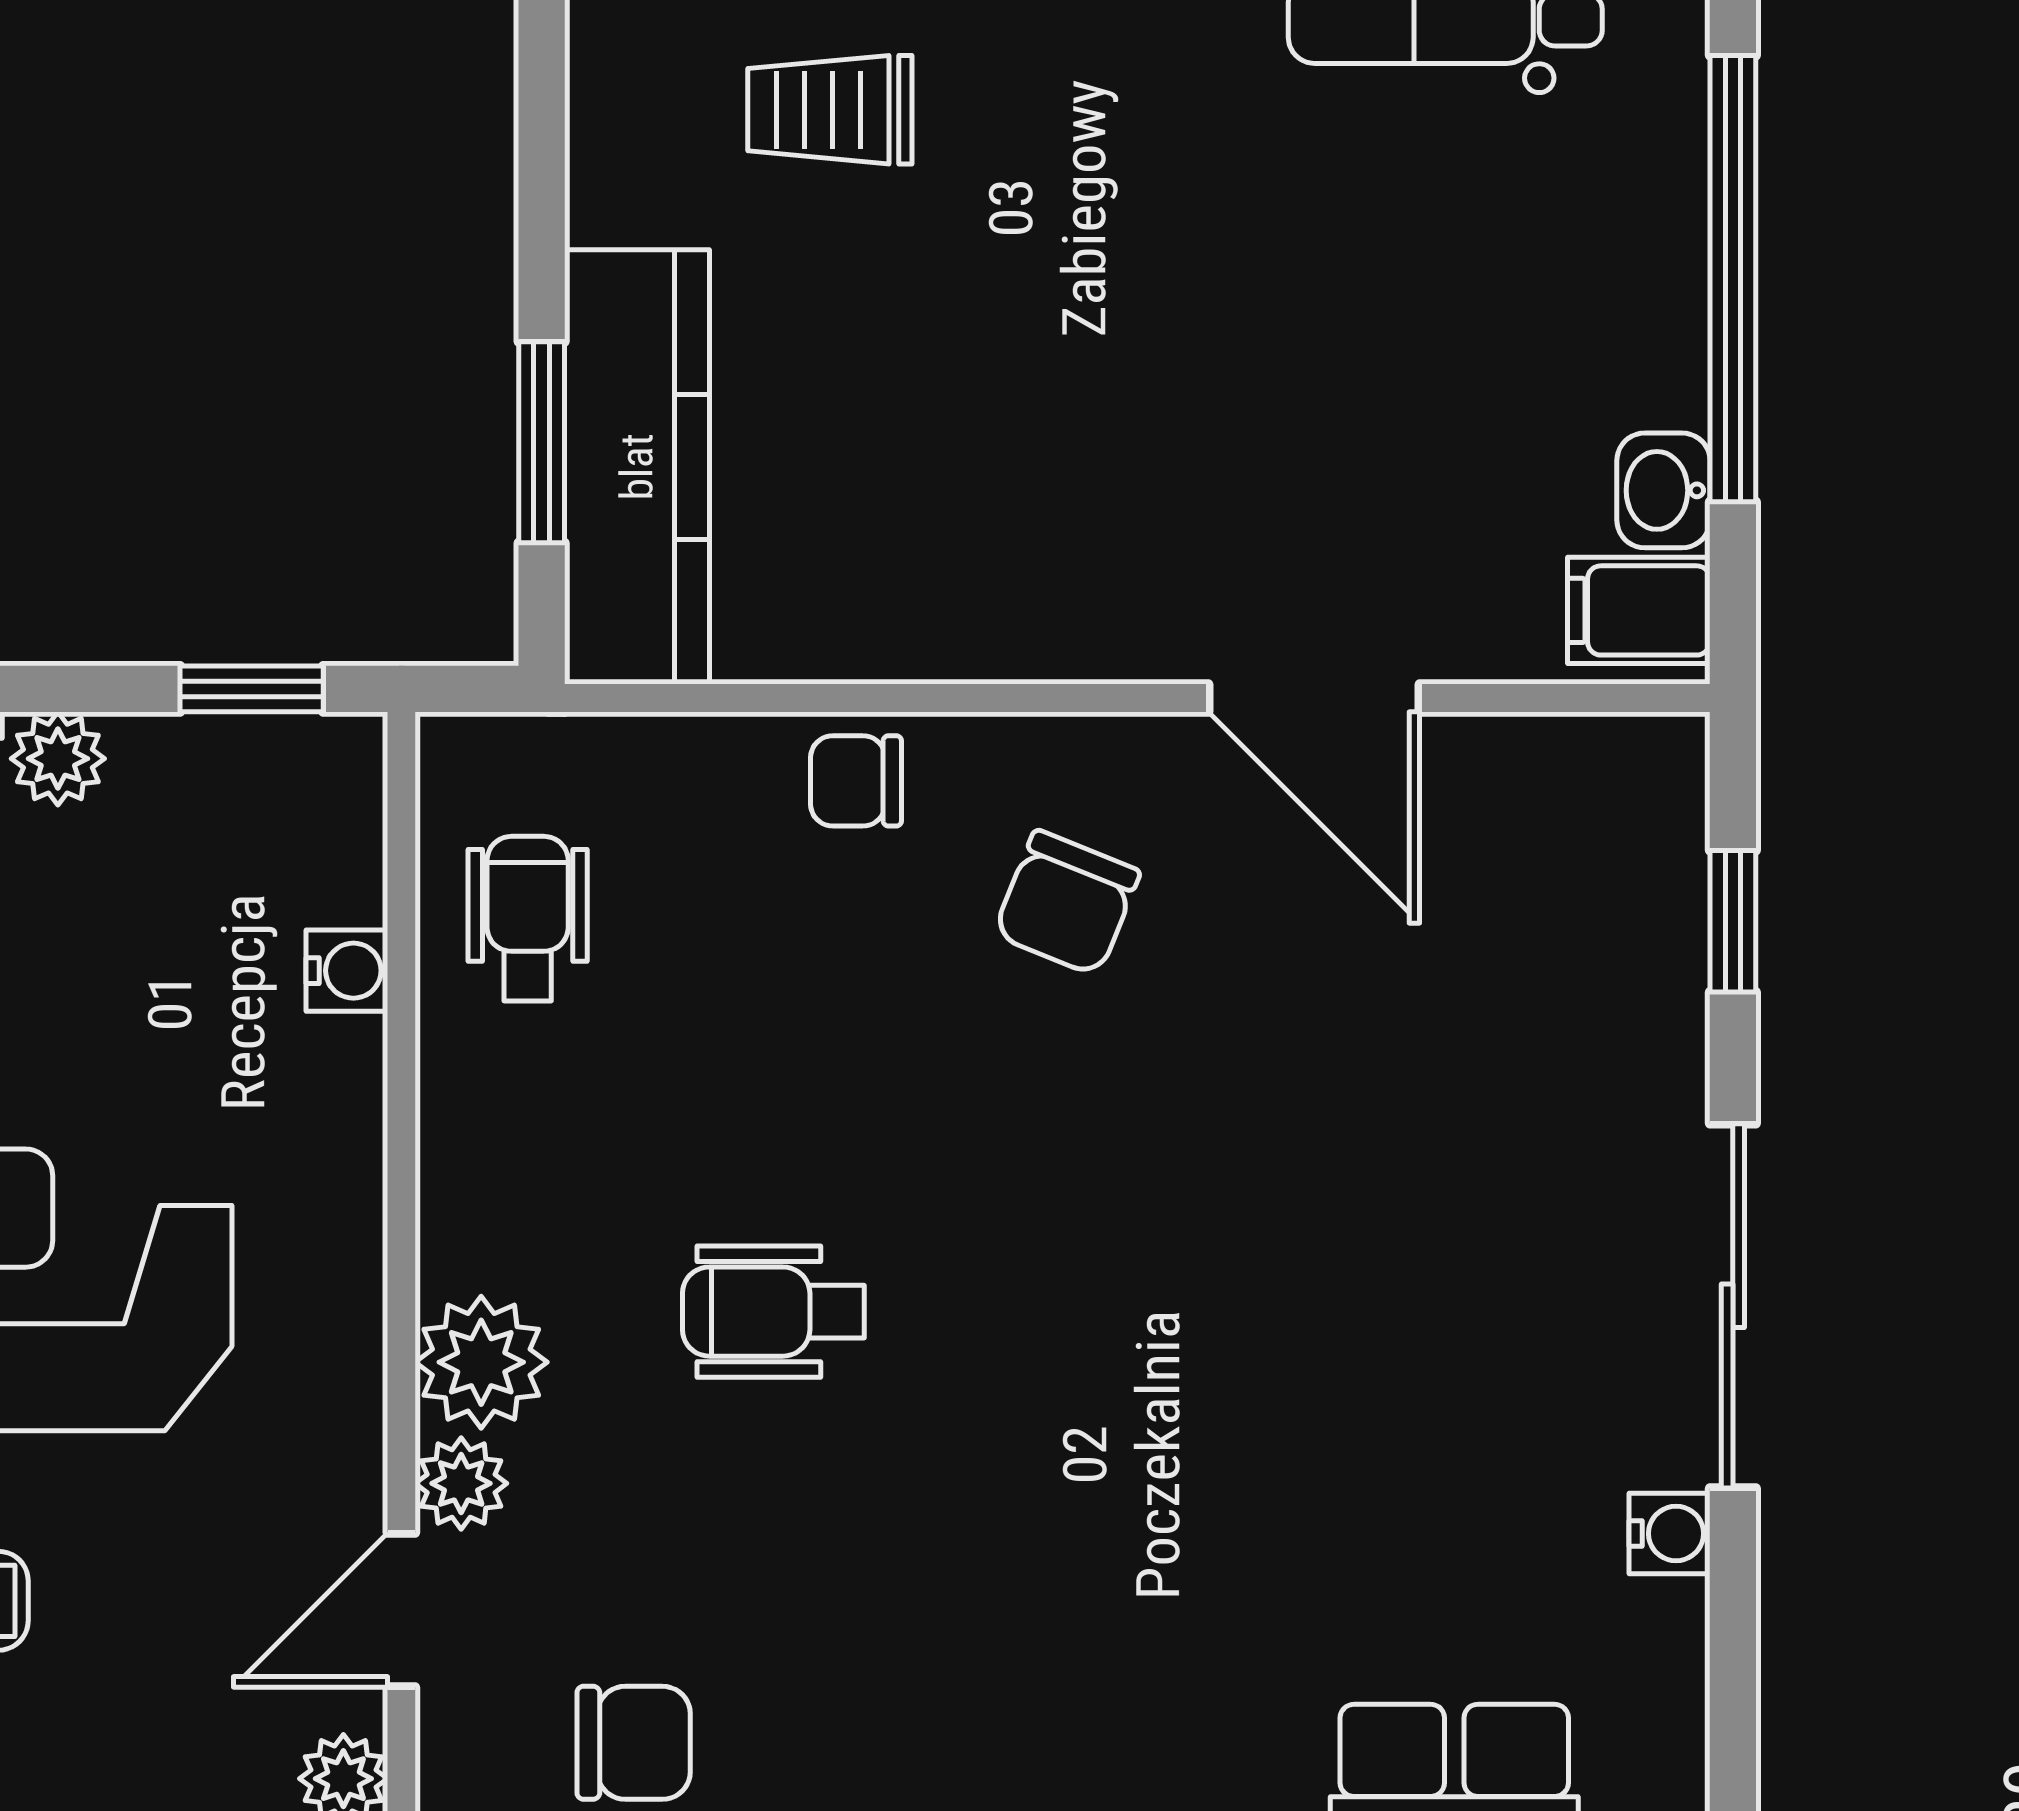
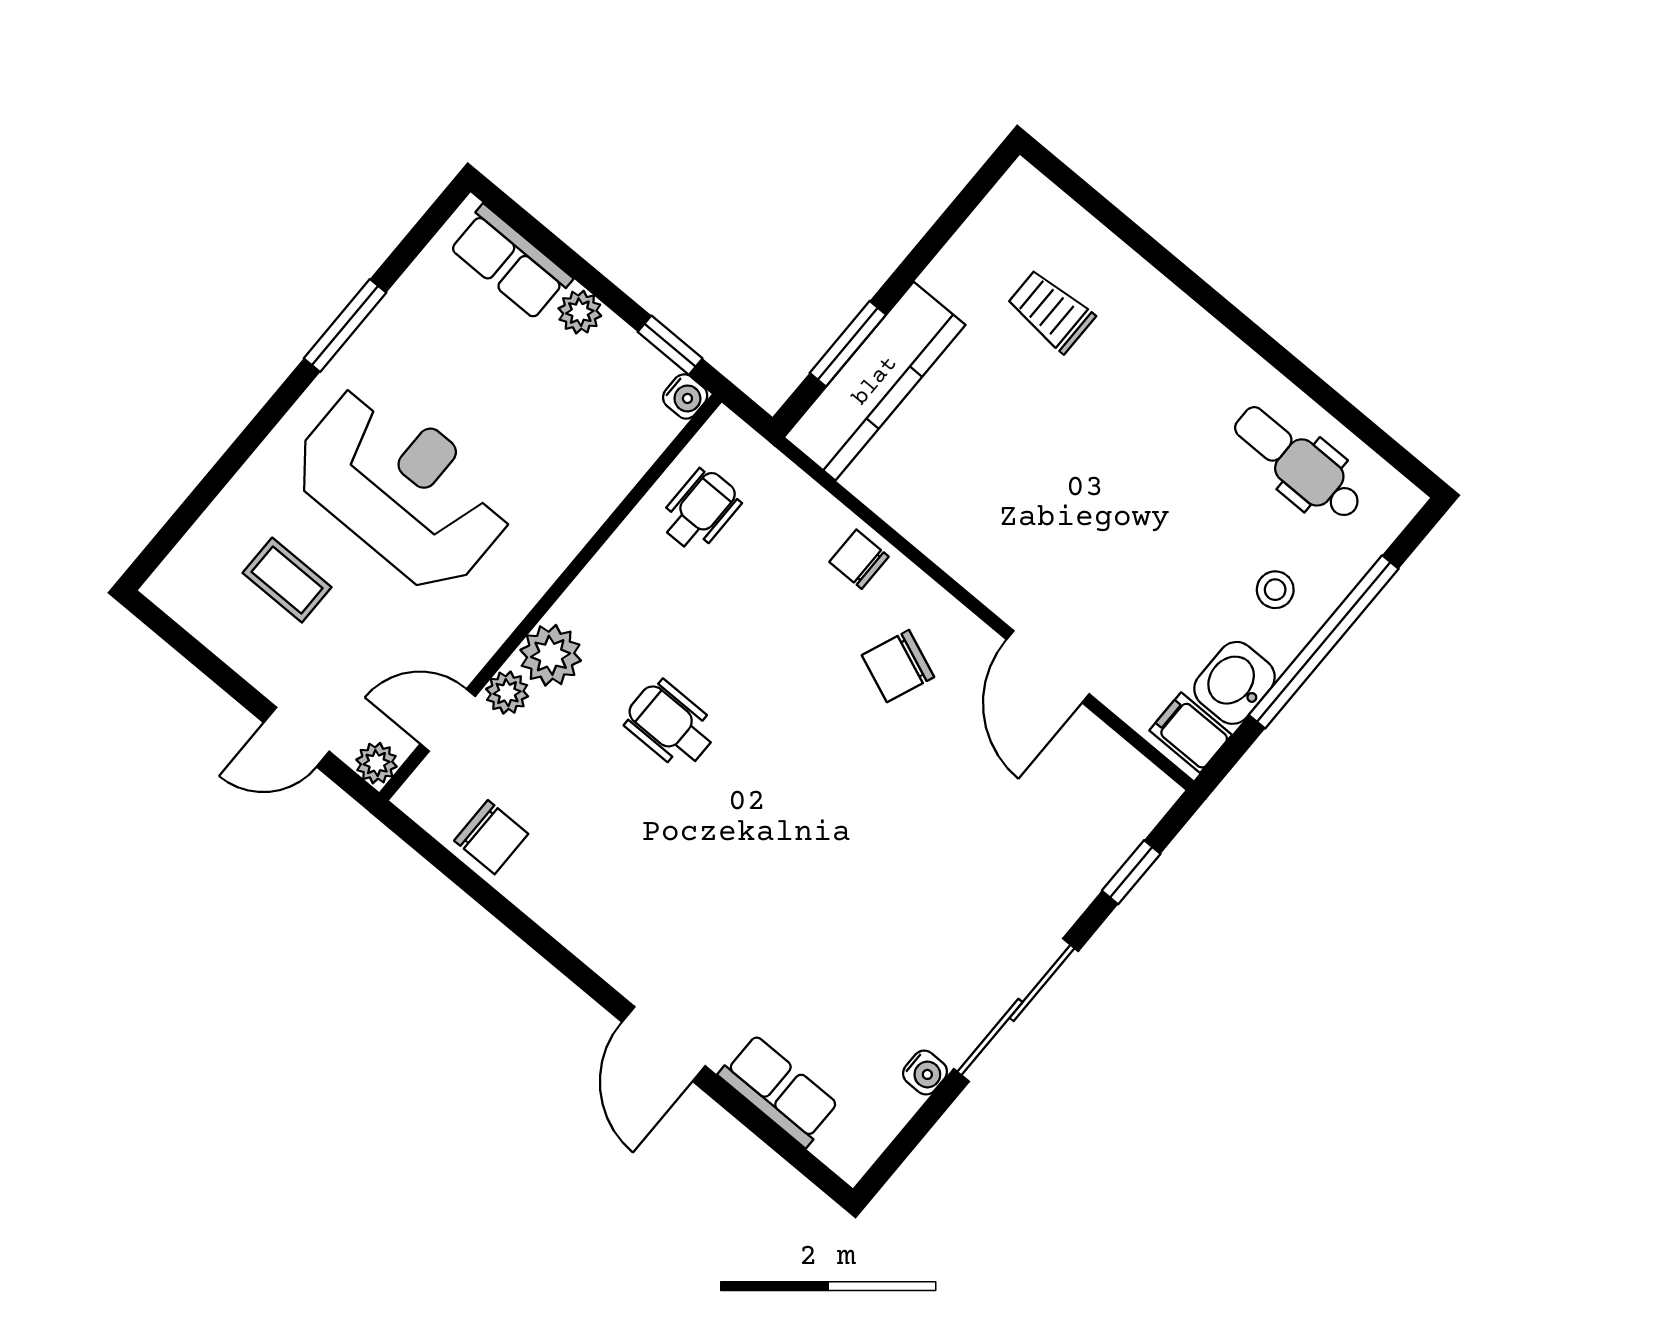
stool: (1581, 259) -> (1275, 590), added
washbasin: (1663, 490) -> (1234, 683), width x1.38, depth x1.45
water cooler: (347, 971) -> (685, 397), moved

